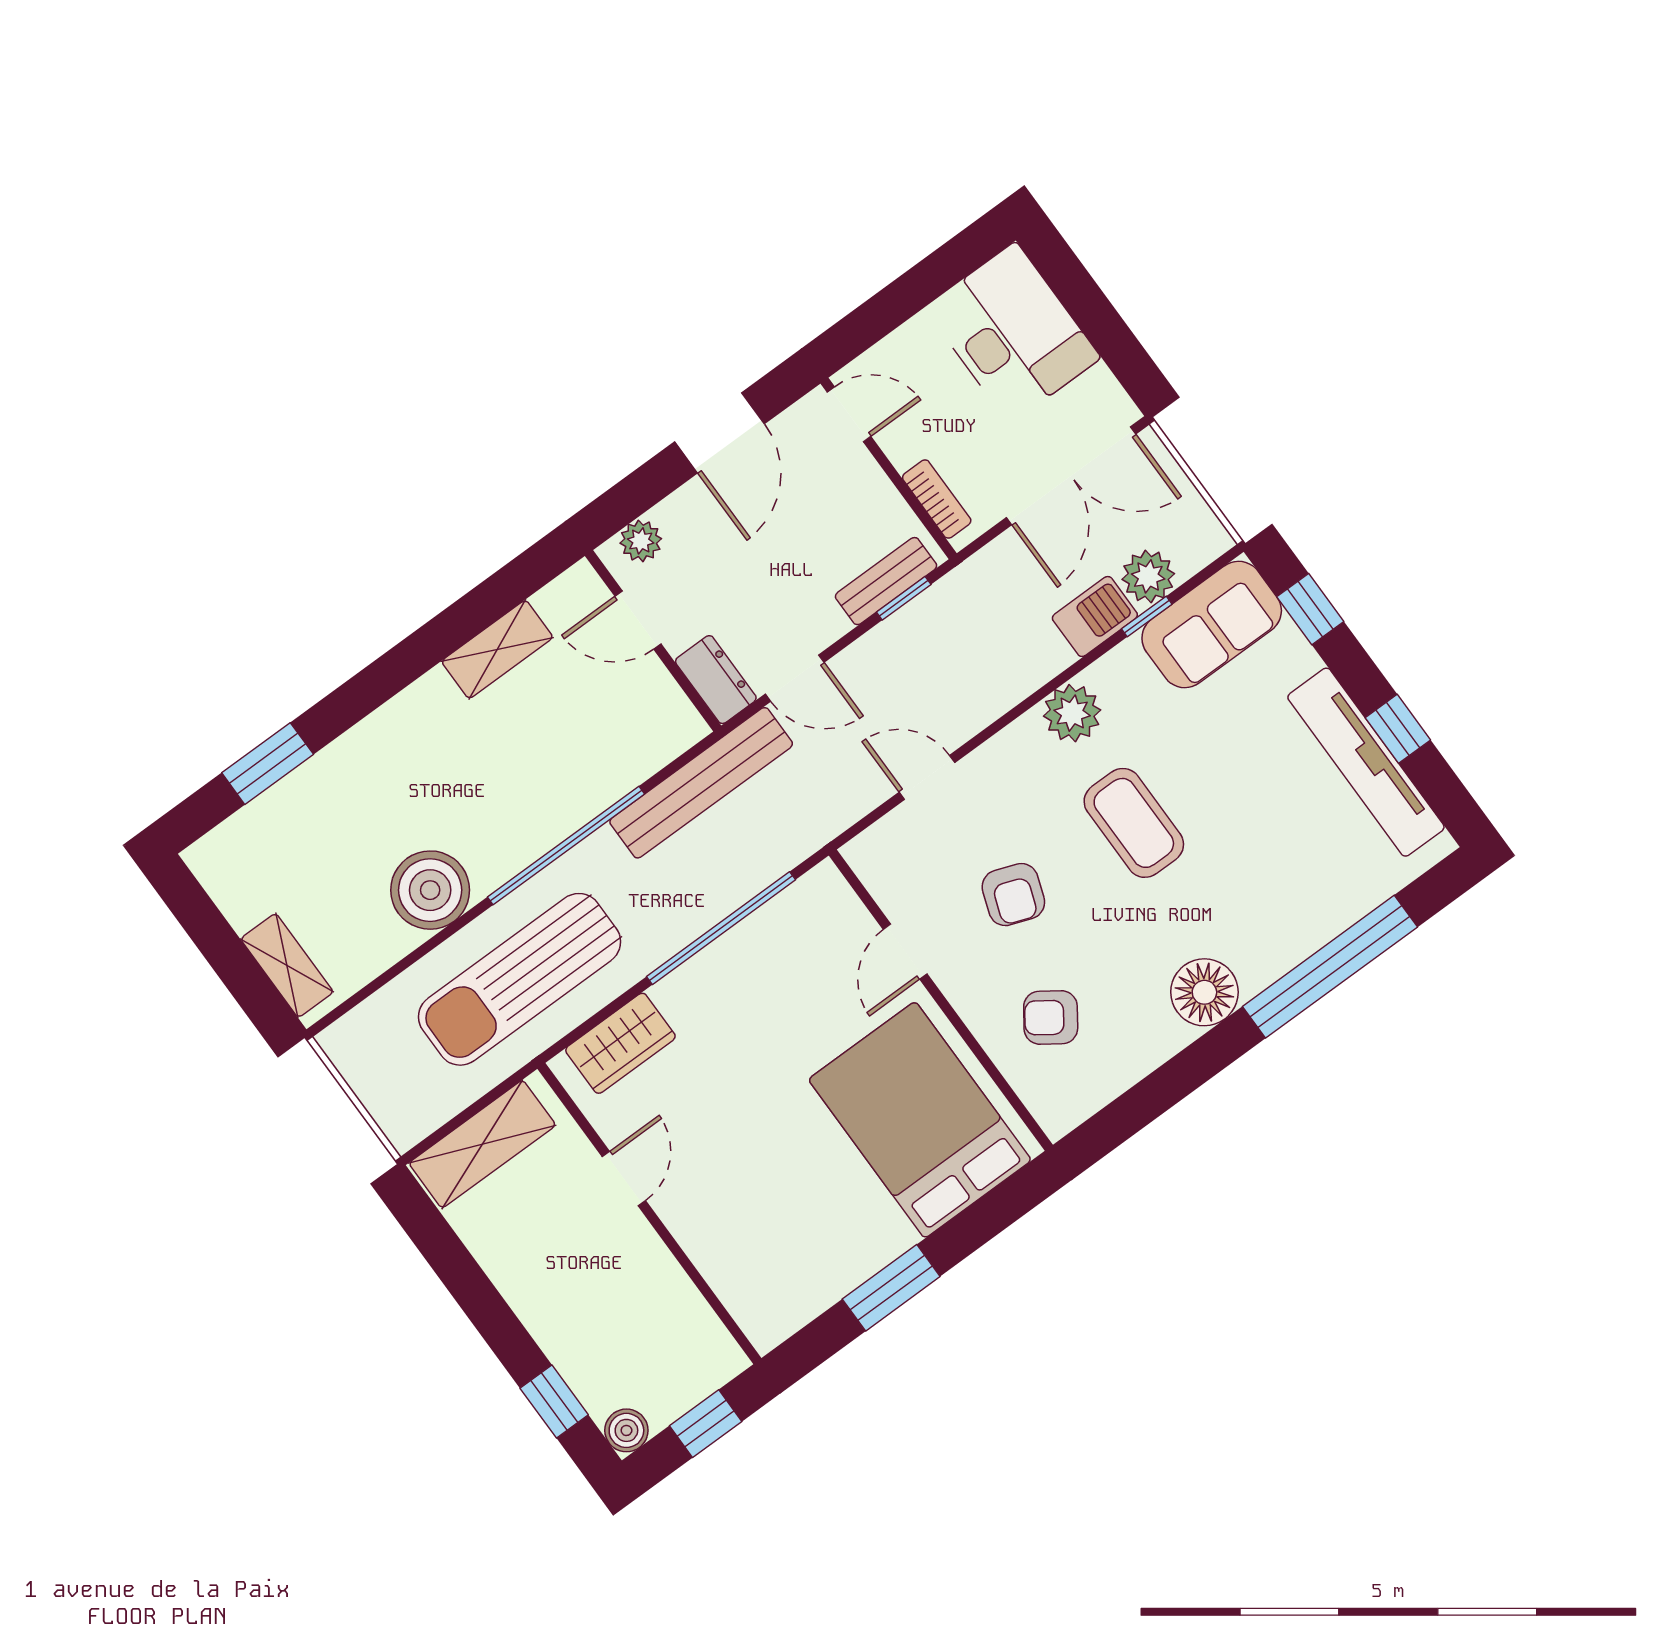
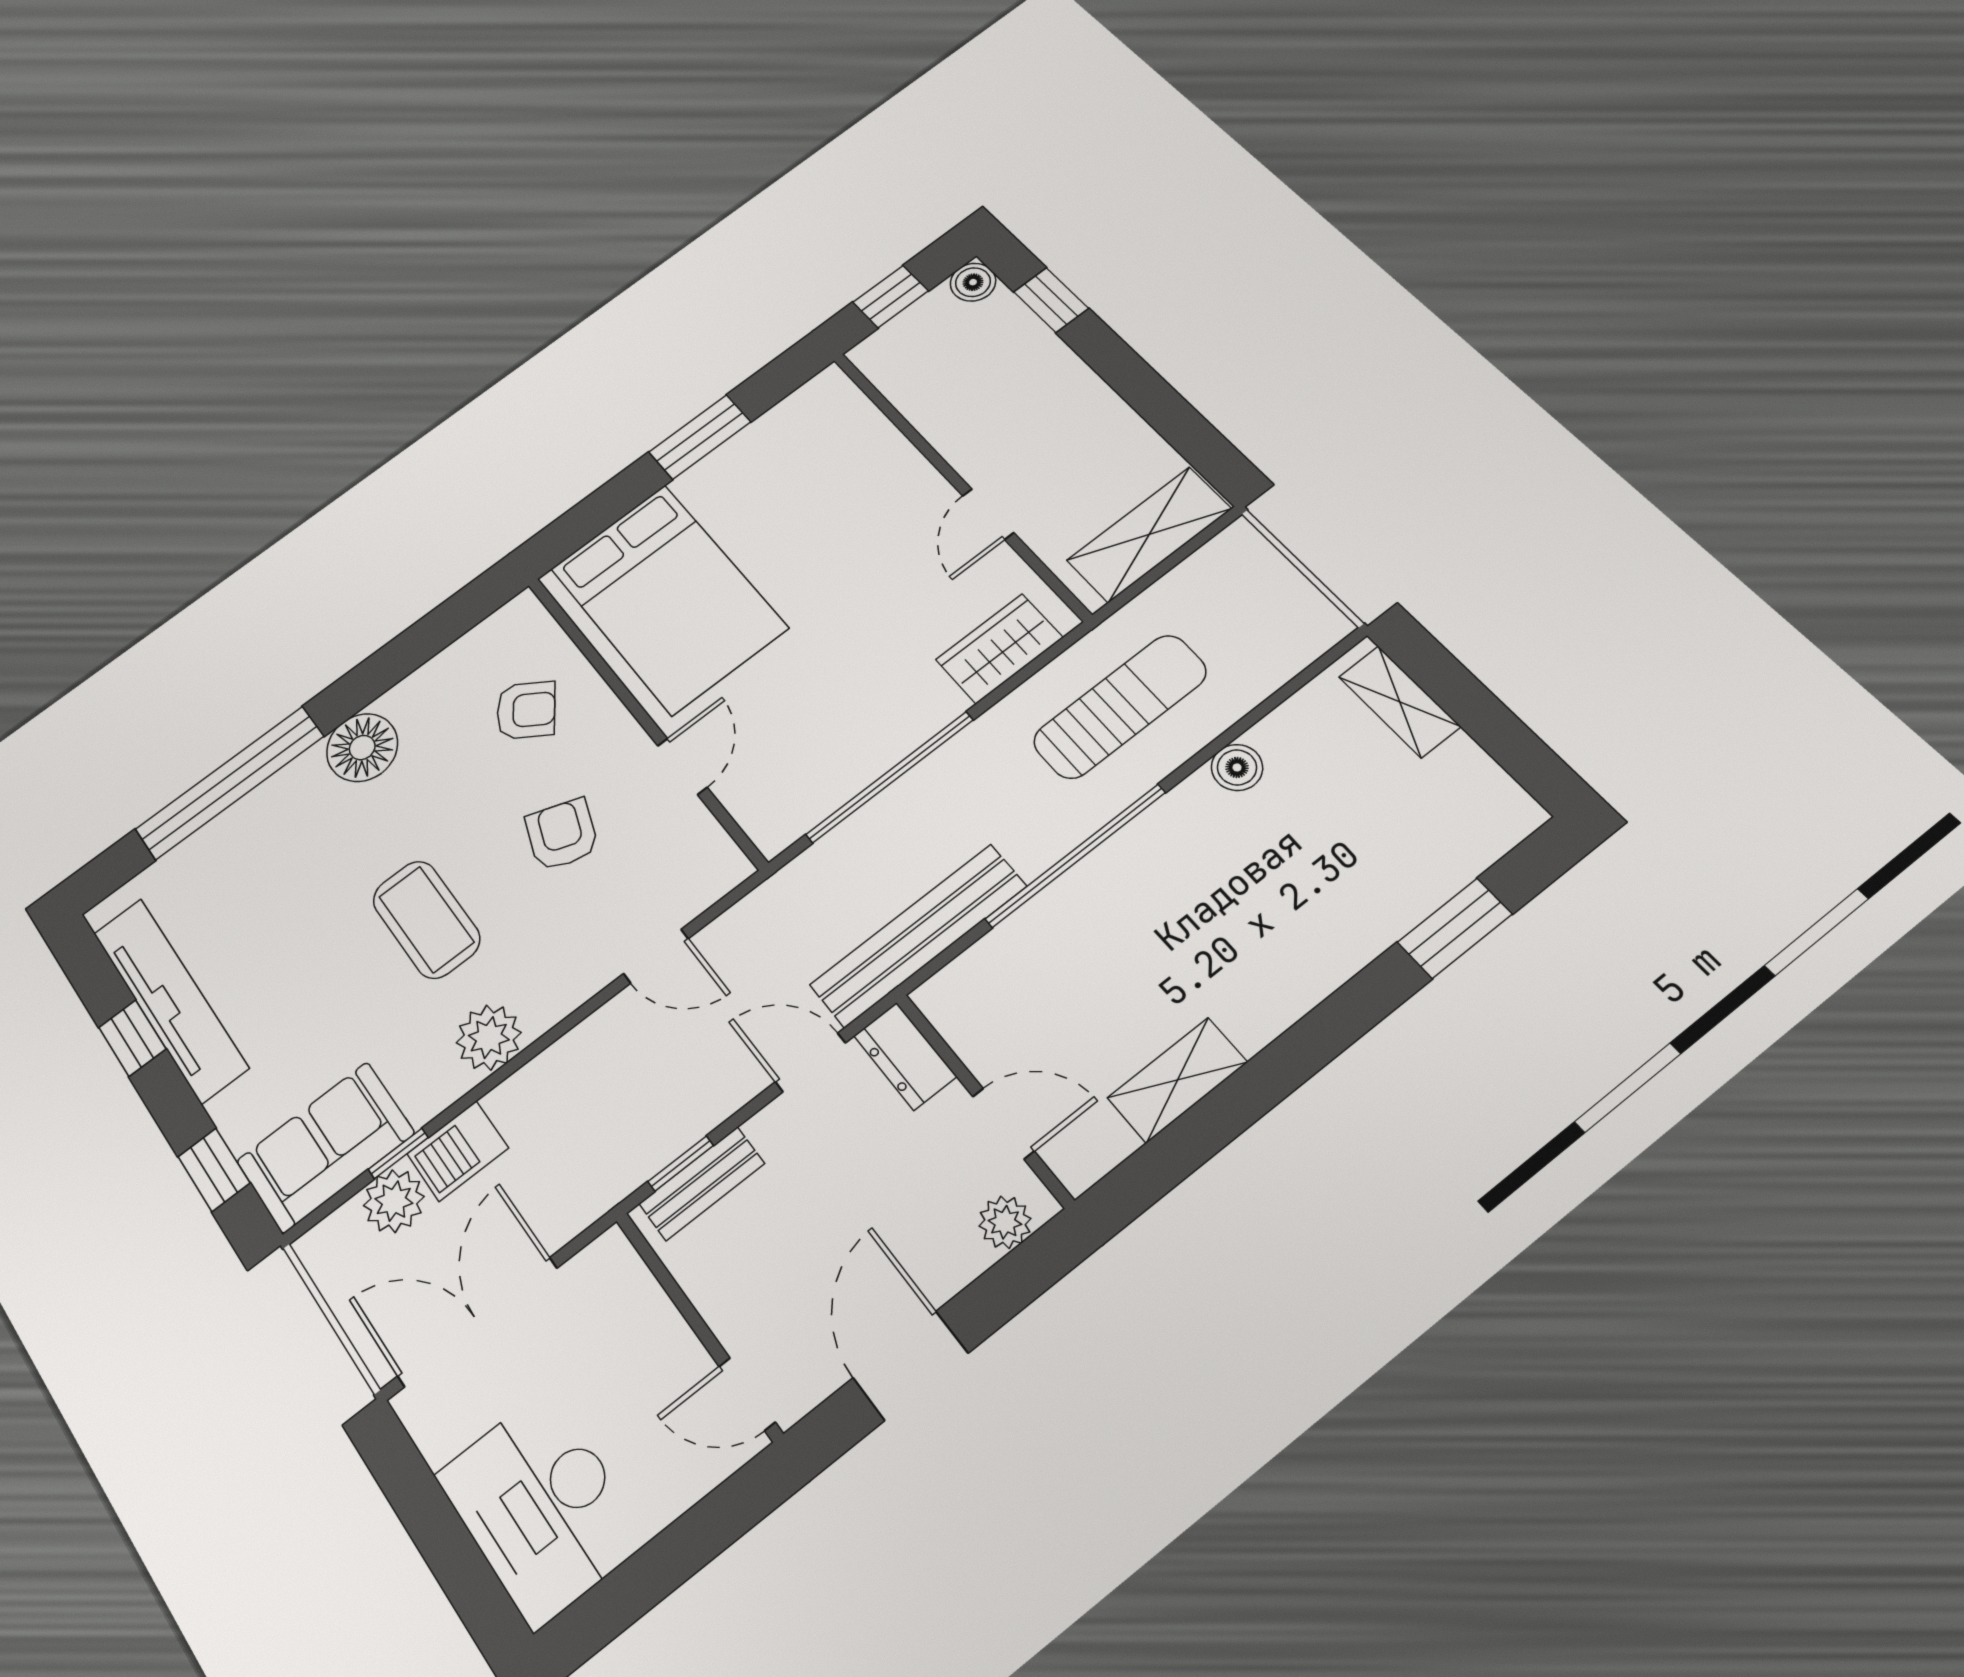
bookcase: (937, 499) -> (640, 1288), removed
boiler: (430, 890) -> (1237, 767), width x0.54, depth x0.54
sun lounger: (520, 979) -> (1120, 707), width x0.73, depth x0.75

